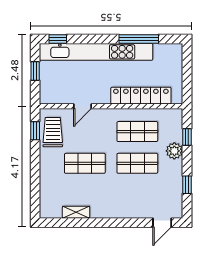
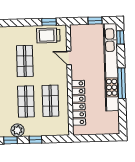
window: (139, 39) -> (122, 83), moved
trolley: (53, 132) -> (48, 35), turned 180
window: (187, 137) -> (35, 140), moved
plant: (174, 151) -> (17, 130), moved

